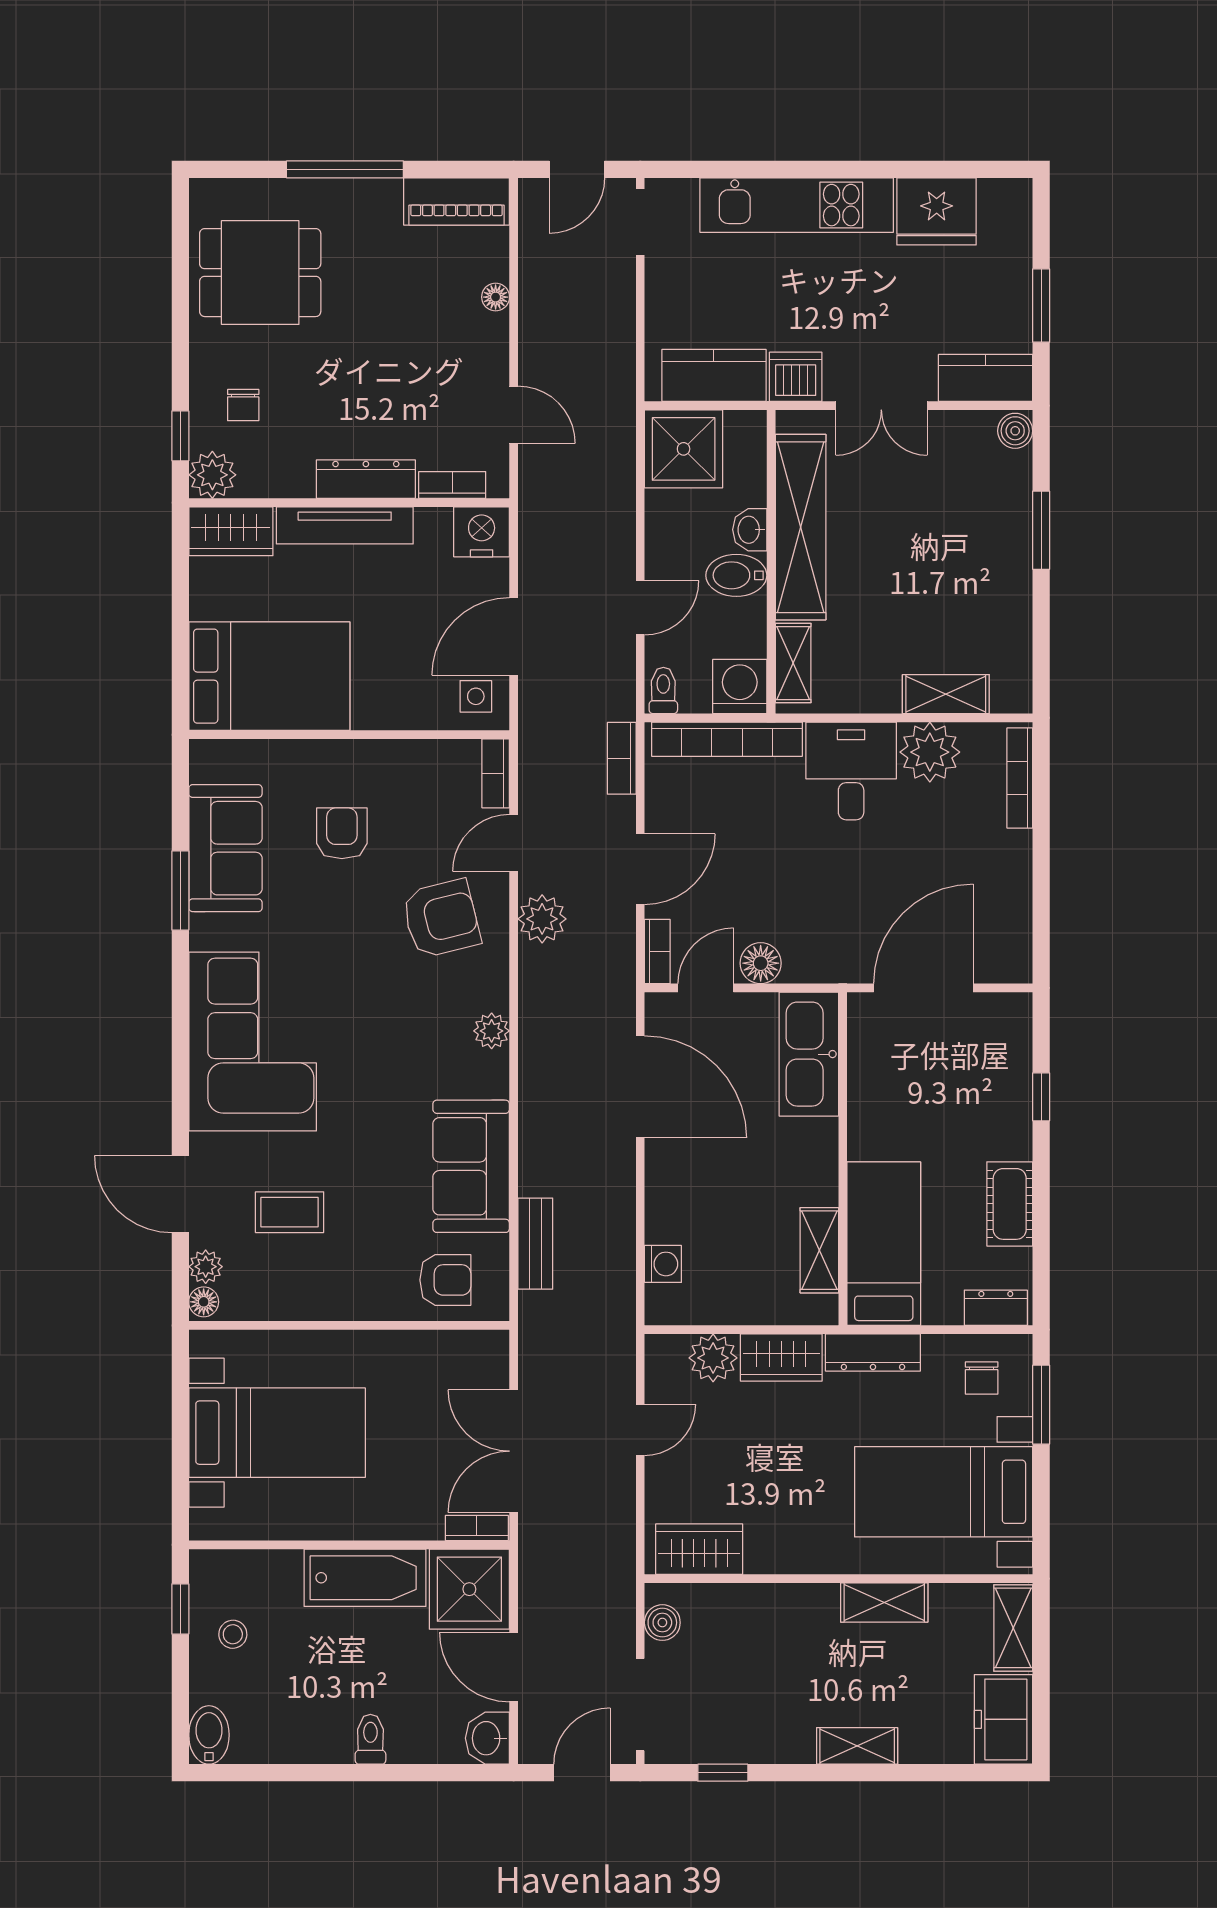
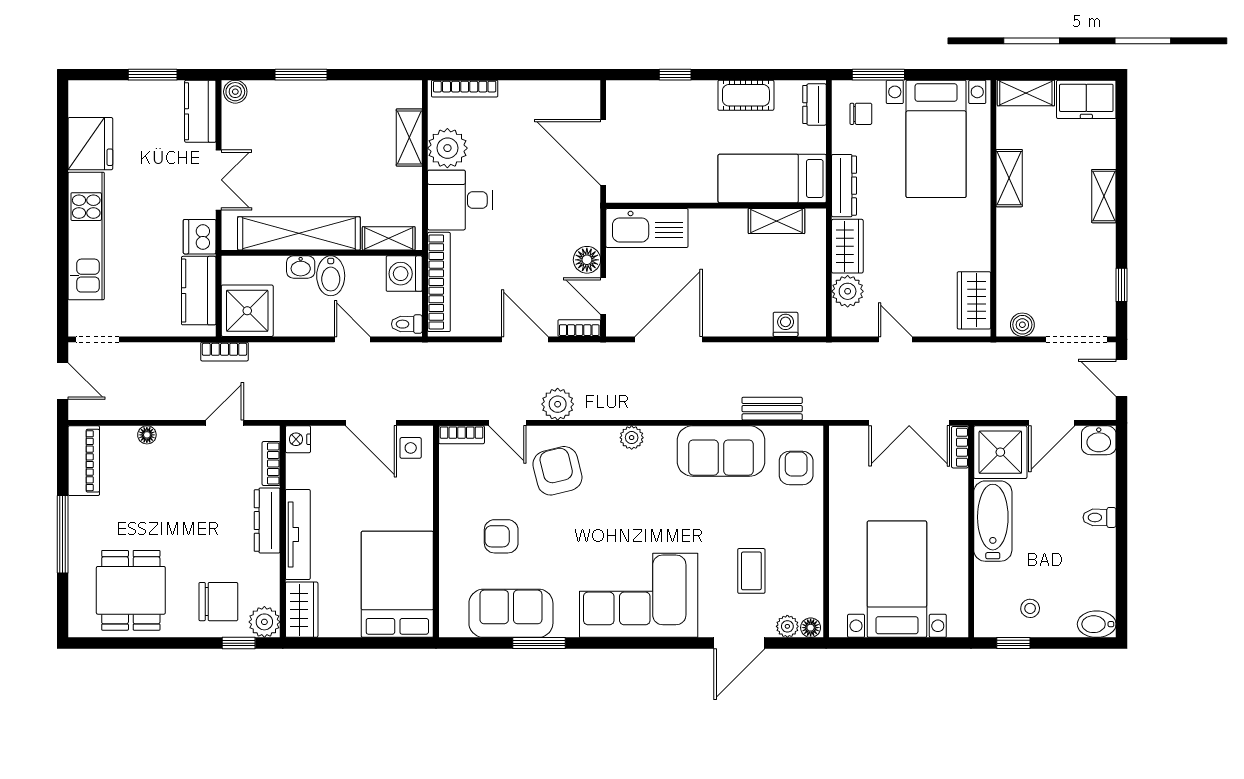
chair: (243, 405) -> (218, 602), width x1.87, depth x1.87
nightstand: (482, 532) -> (298, 439), width x0.74, depth x0.75
bookcase: (622, 758) -> (224, 352), moved

